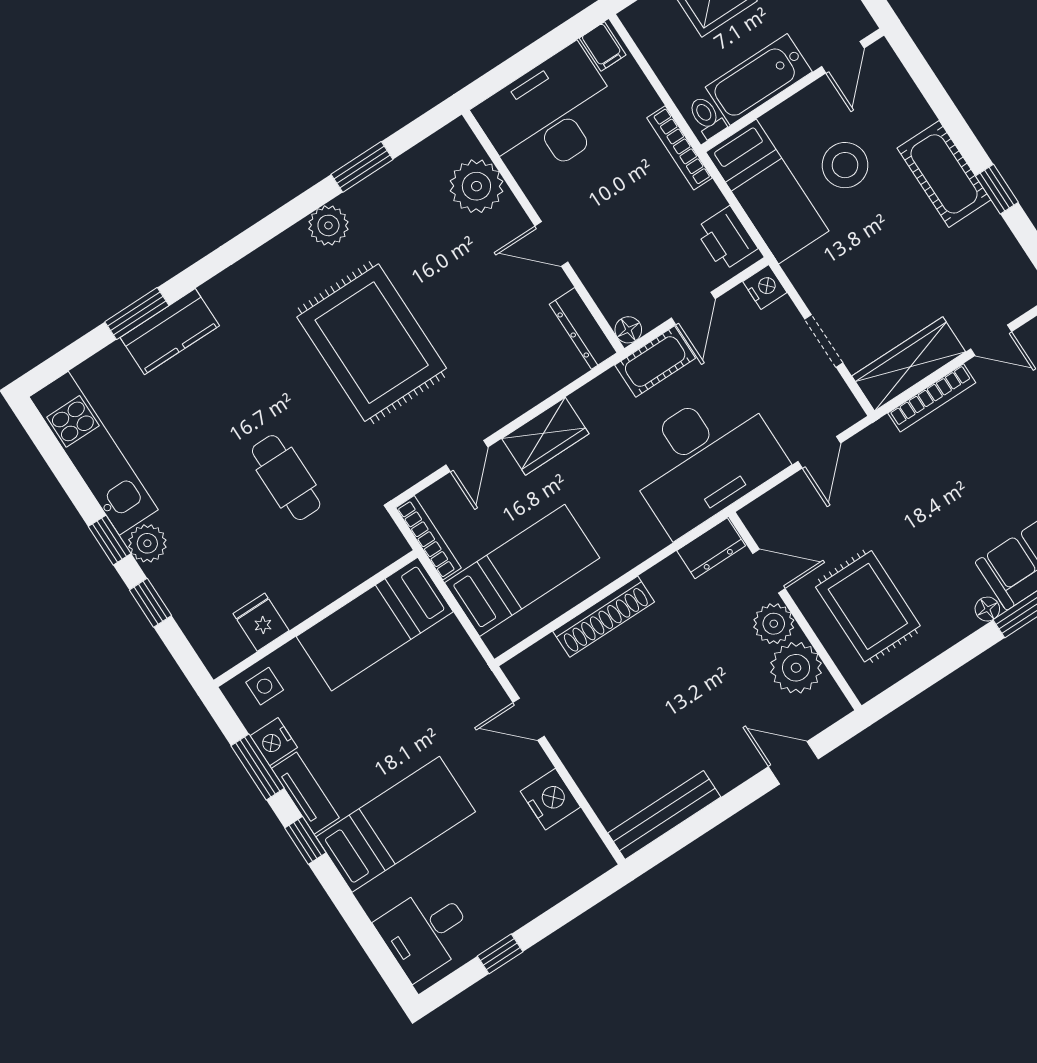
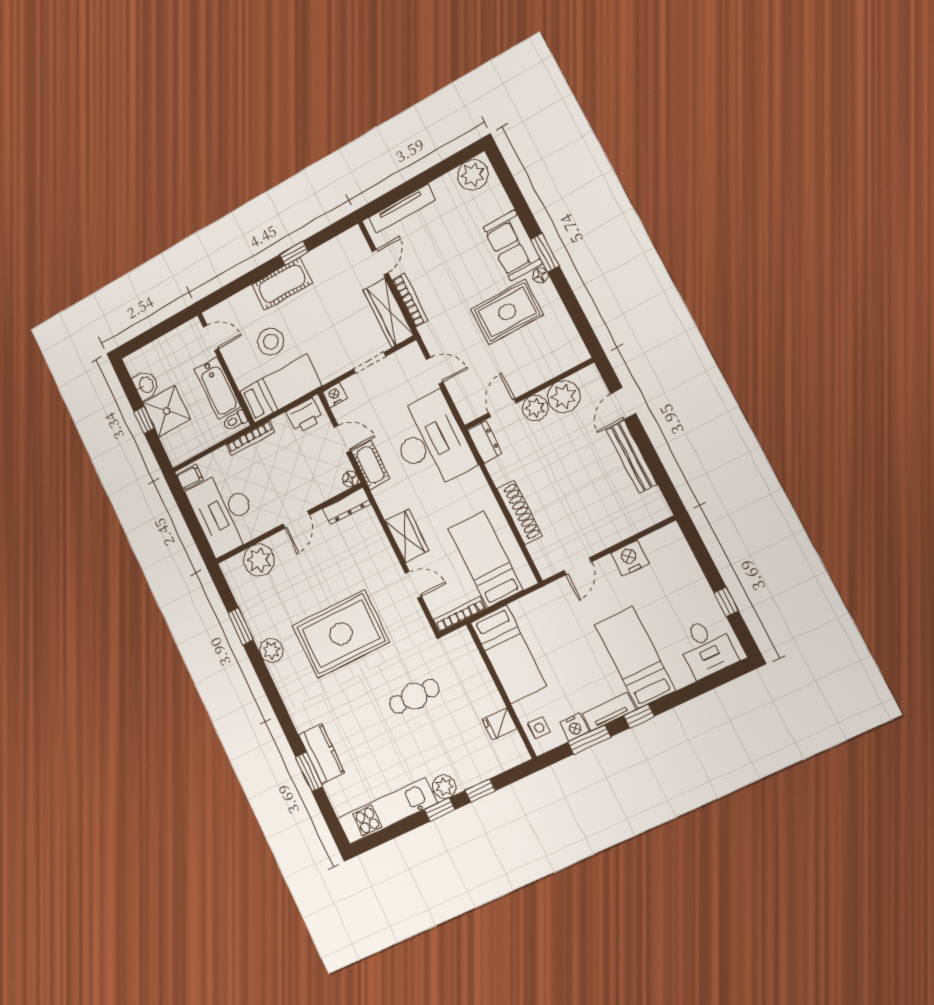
rug: (868, 606) -> (507, 312), moved
bench: (664, 815) -> (632, 457), moved

